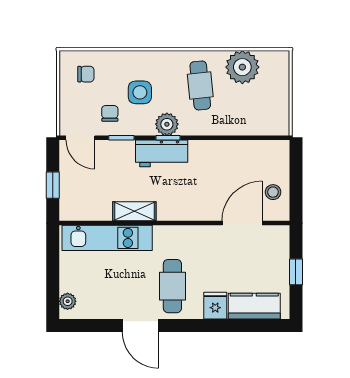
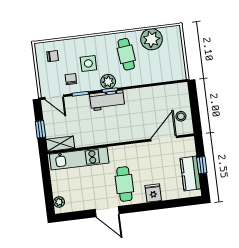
shelving: (134, 211) -> (60, 144), moved
kitchen counter: (254, 306) -> (190, 173), moved, turned -90

